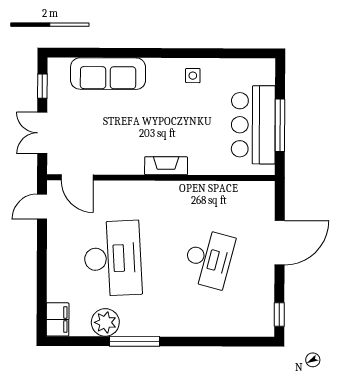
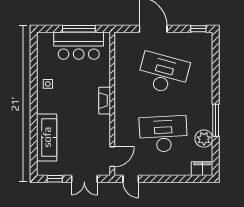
desk: (209, 259) -> (163, 74), width x1.36, depth x1.30

